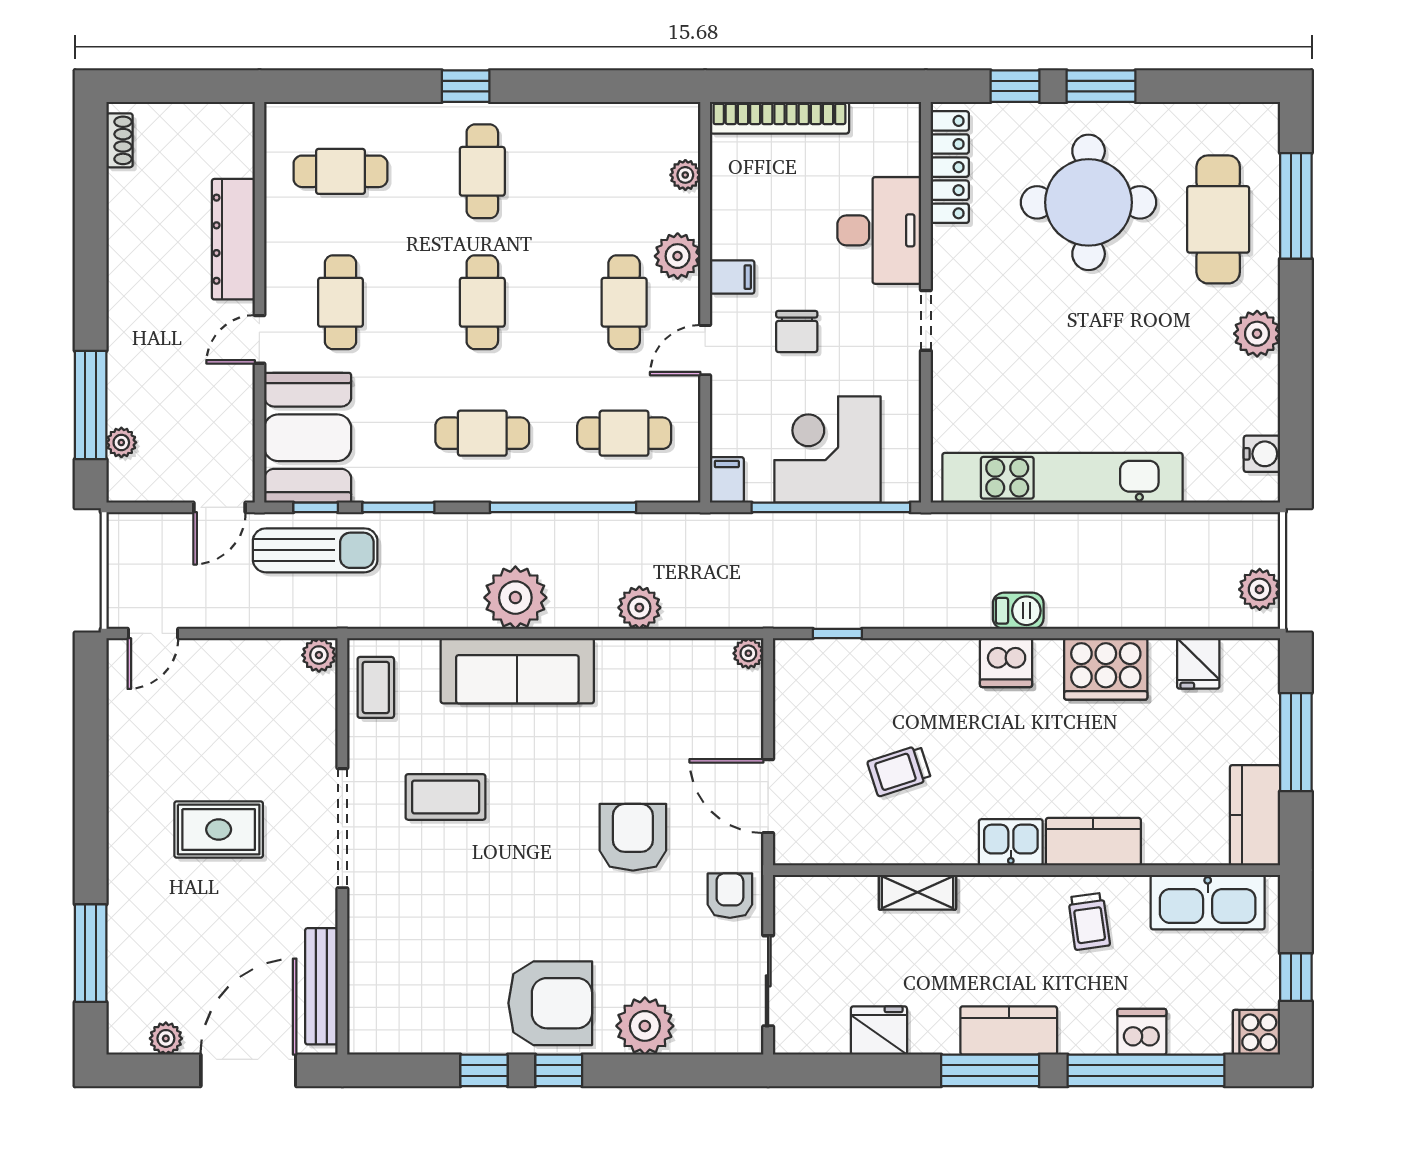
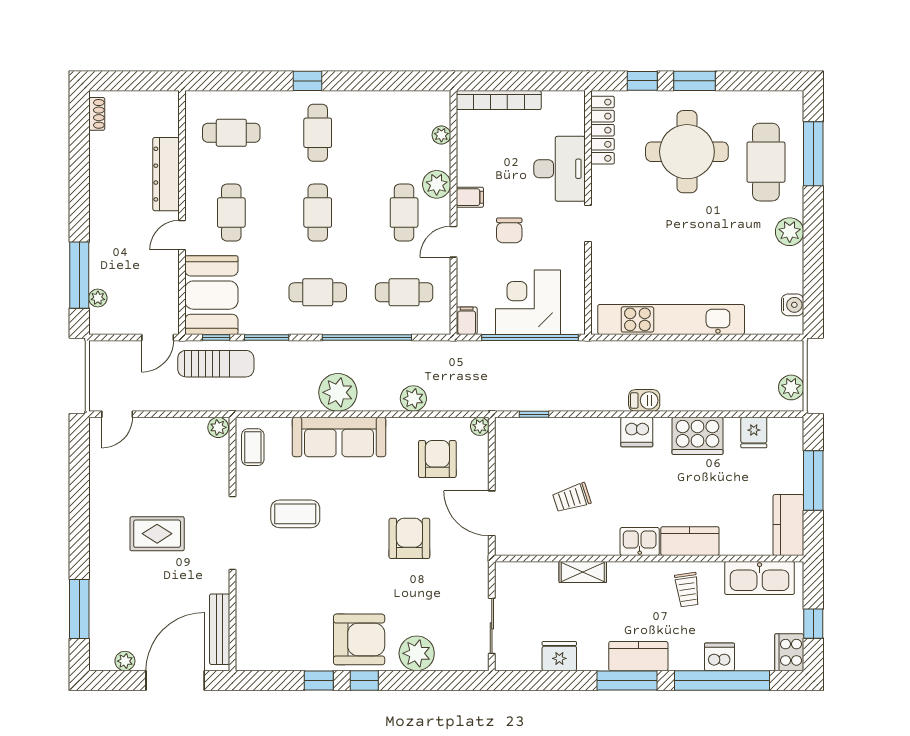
armchair: (730, 896) -> (437, 459), moved, width x1.38, depth x1.38
cooker: (1256, 1032) -> (789, 652), width x1.36

